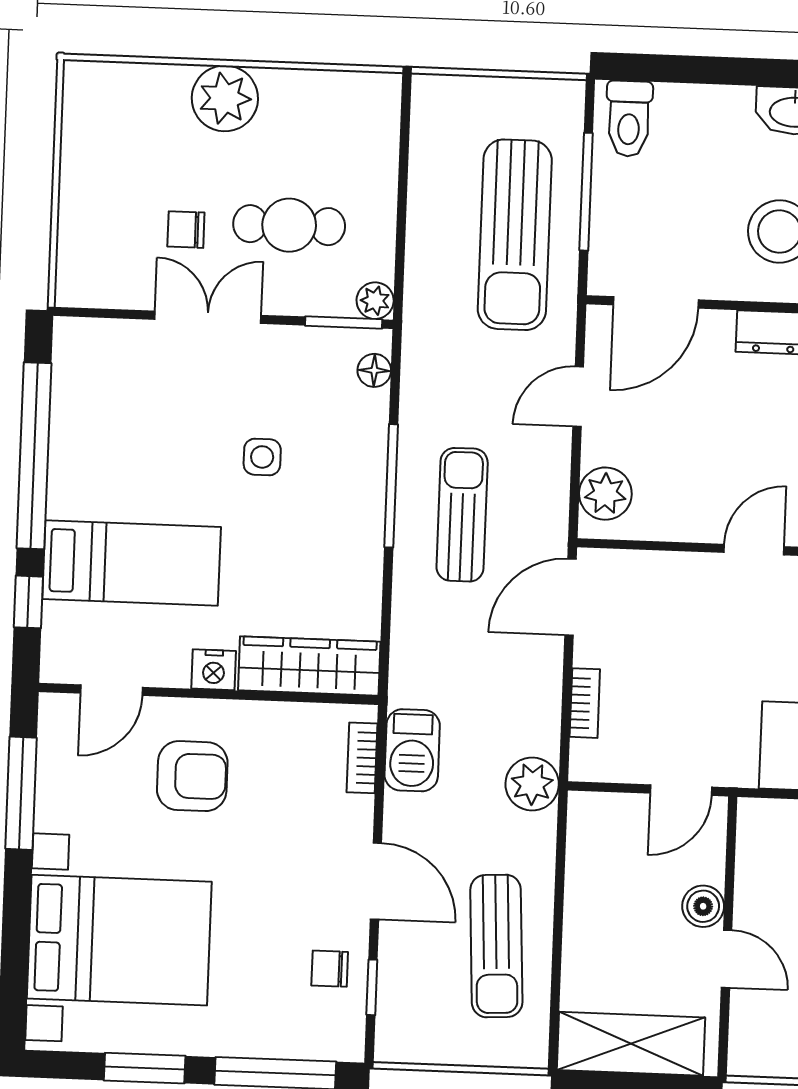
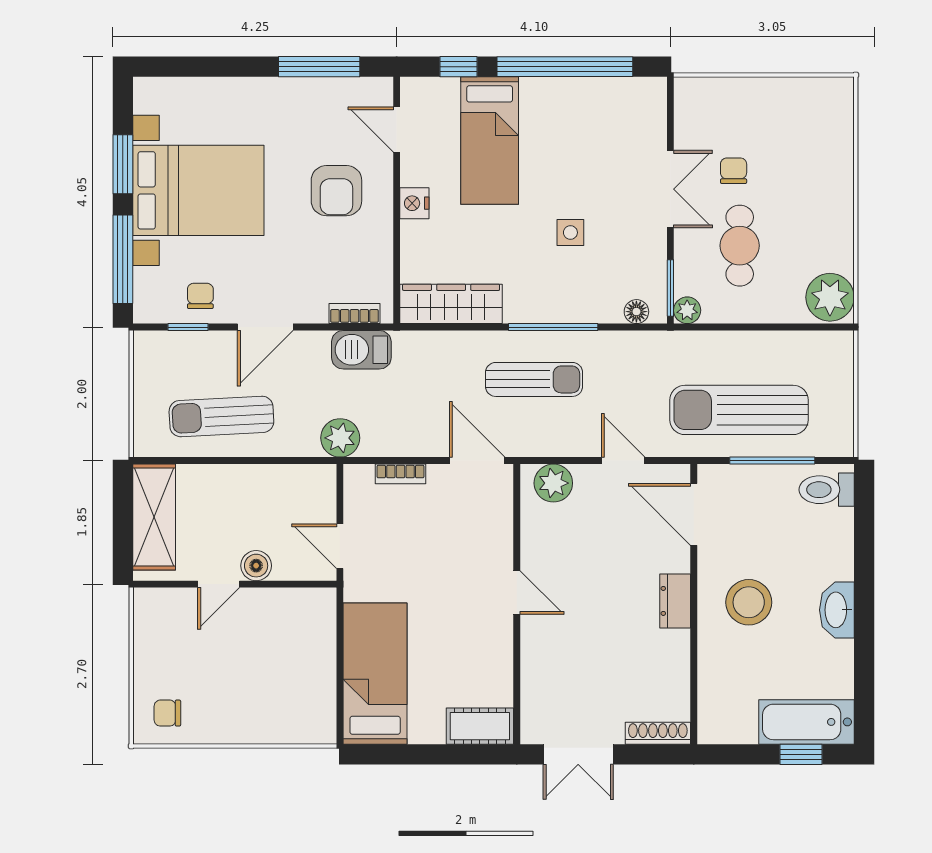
plant: (225, 98) -> (830, 297), moved
wardrobe: (309, 666) -> (451, 304), moved, turned -90
bed with nightstands: (119, 940) -> (198, 190), moved, turned -90

